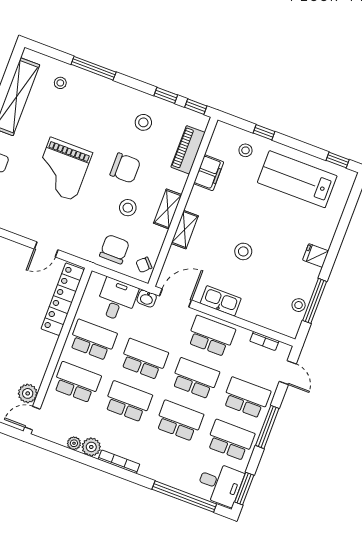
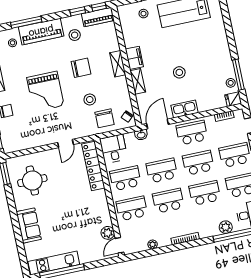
piano: (105, 92) -> (41, 32), added
piano: (188, 150) -> (98, 17), moved, turned -90
filing cabinet: (209, 173) -> (134, 58), moved
stool: (128, 208) -> (90, 99), moved
shelving: (168, 209) -> (118, 64), moved
chair: (114, 249) -> (105, 118), turned 180
fridge: (316, 256) -> (233, 99), moved
desk: (117, 300) -> (114, 149), moved
plant: (91, 447) -> (226, 227), moved

